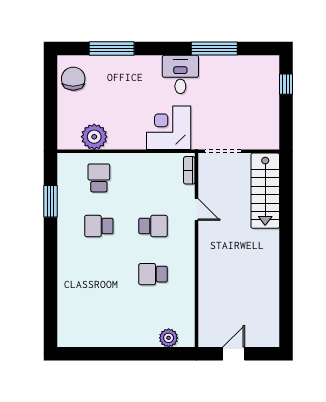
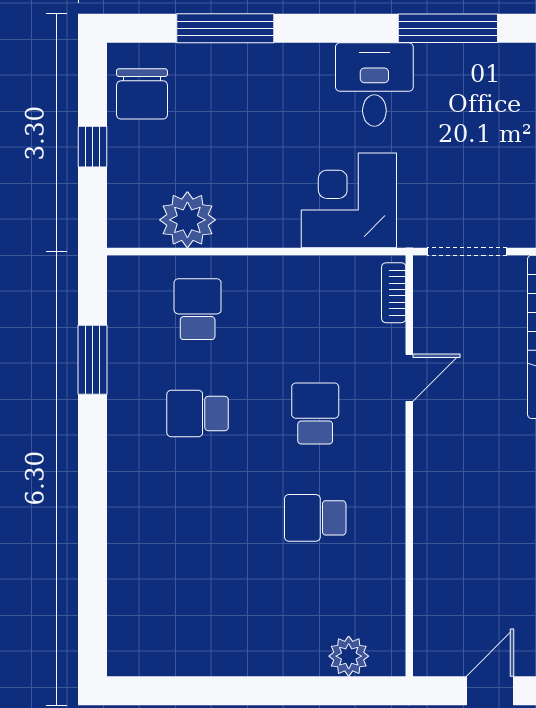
chair: (73, 79) -> (142, 94), turned 180
window: (50, 103) -> (93, 147), added
door: (196, 209) -> (409, 378), hinge flipped
school desk: (153, 226) -> (315, 414), turned -90

